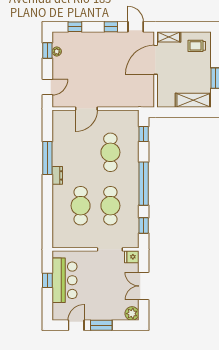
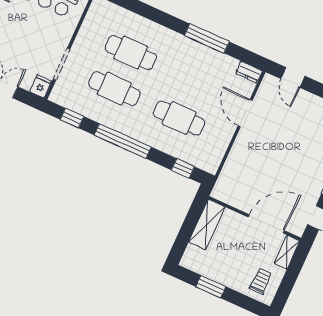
door: (156, 60) -> (266, 224), hinge flipped
shelving: (193, 100) -> (207, 225), moved
dresser: (57, 175) -> (249, 72), moved

